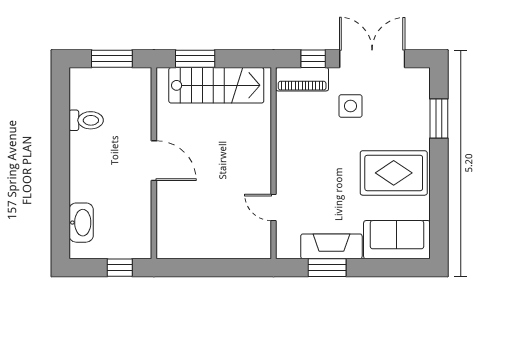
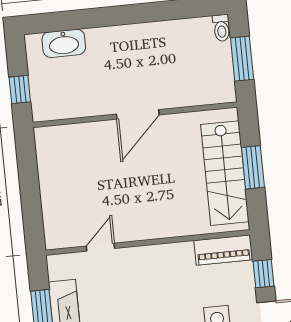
window: (195, 59) -> (253, 167), moved
piano: (302, 79) -> (223, 250), moved, turned -90
toilet: (86, 120) -> (221, 28), moved, width x0.73, depth x0.72

